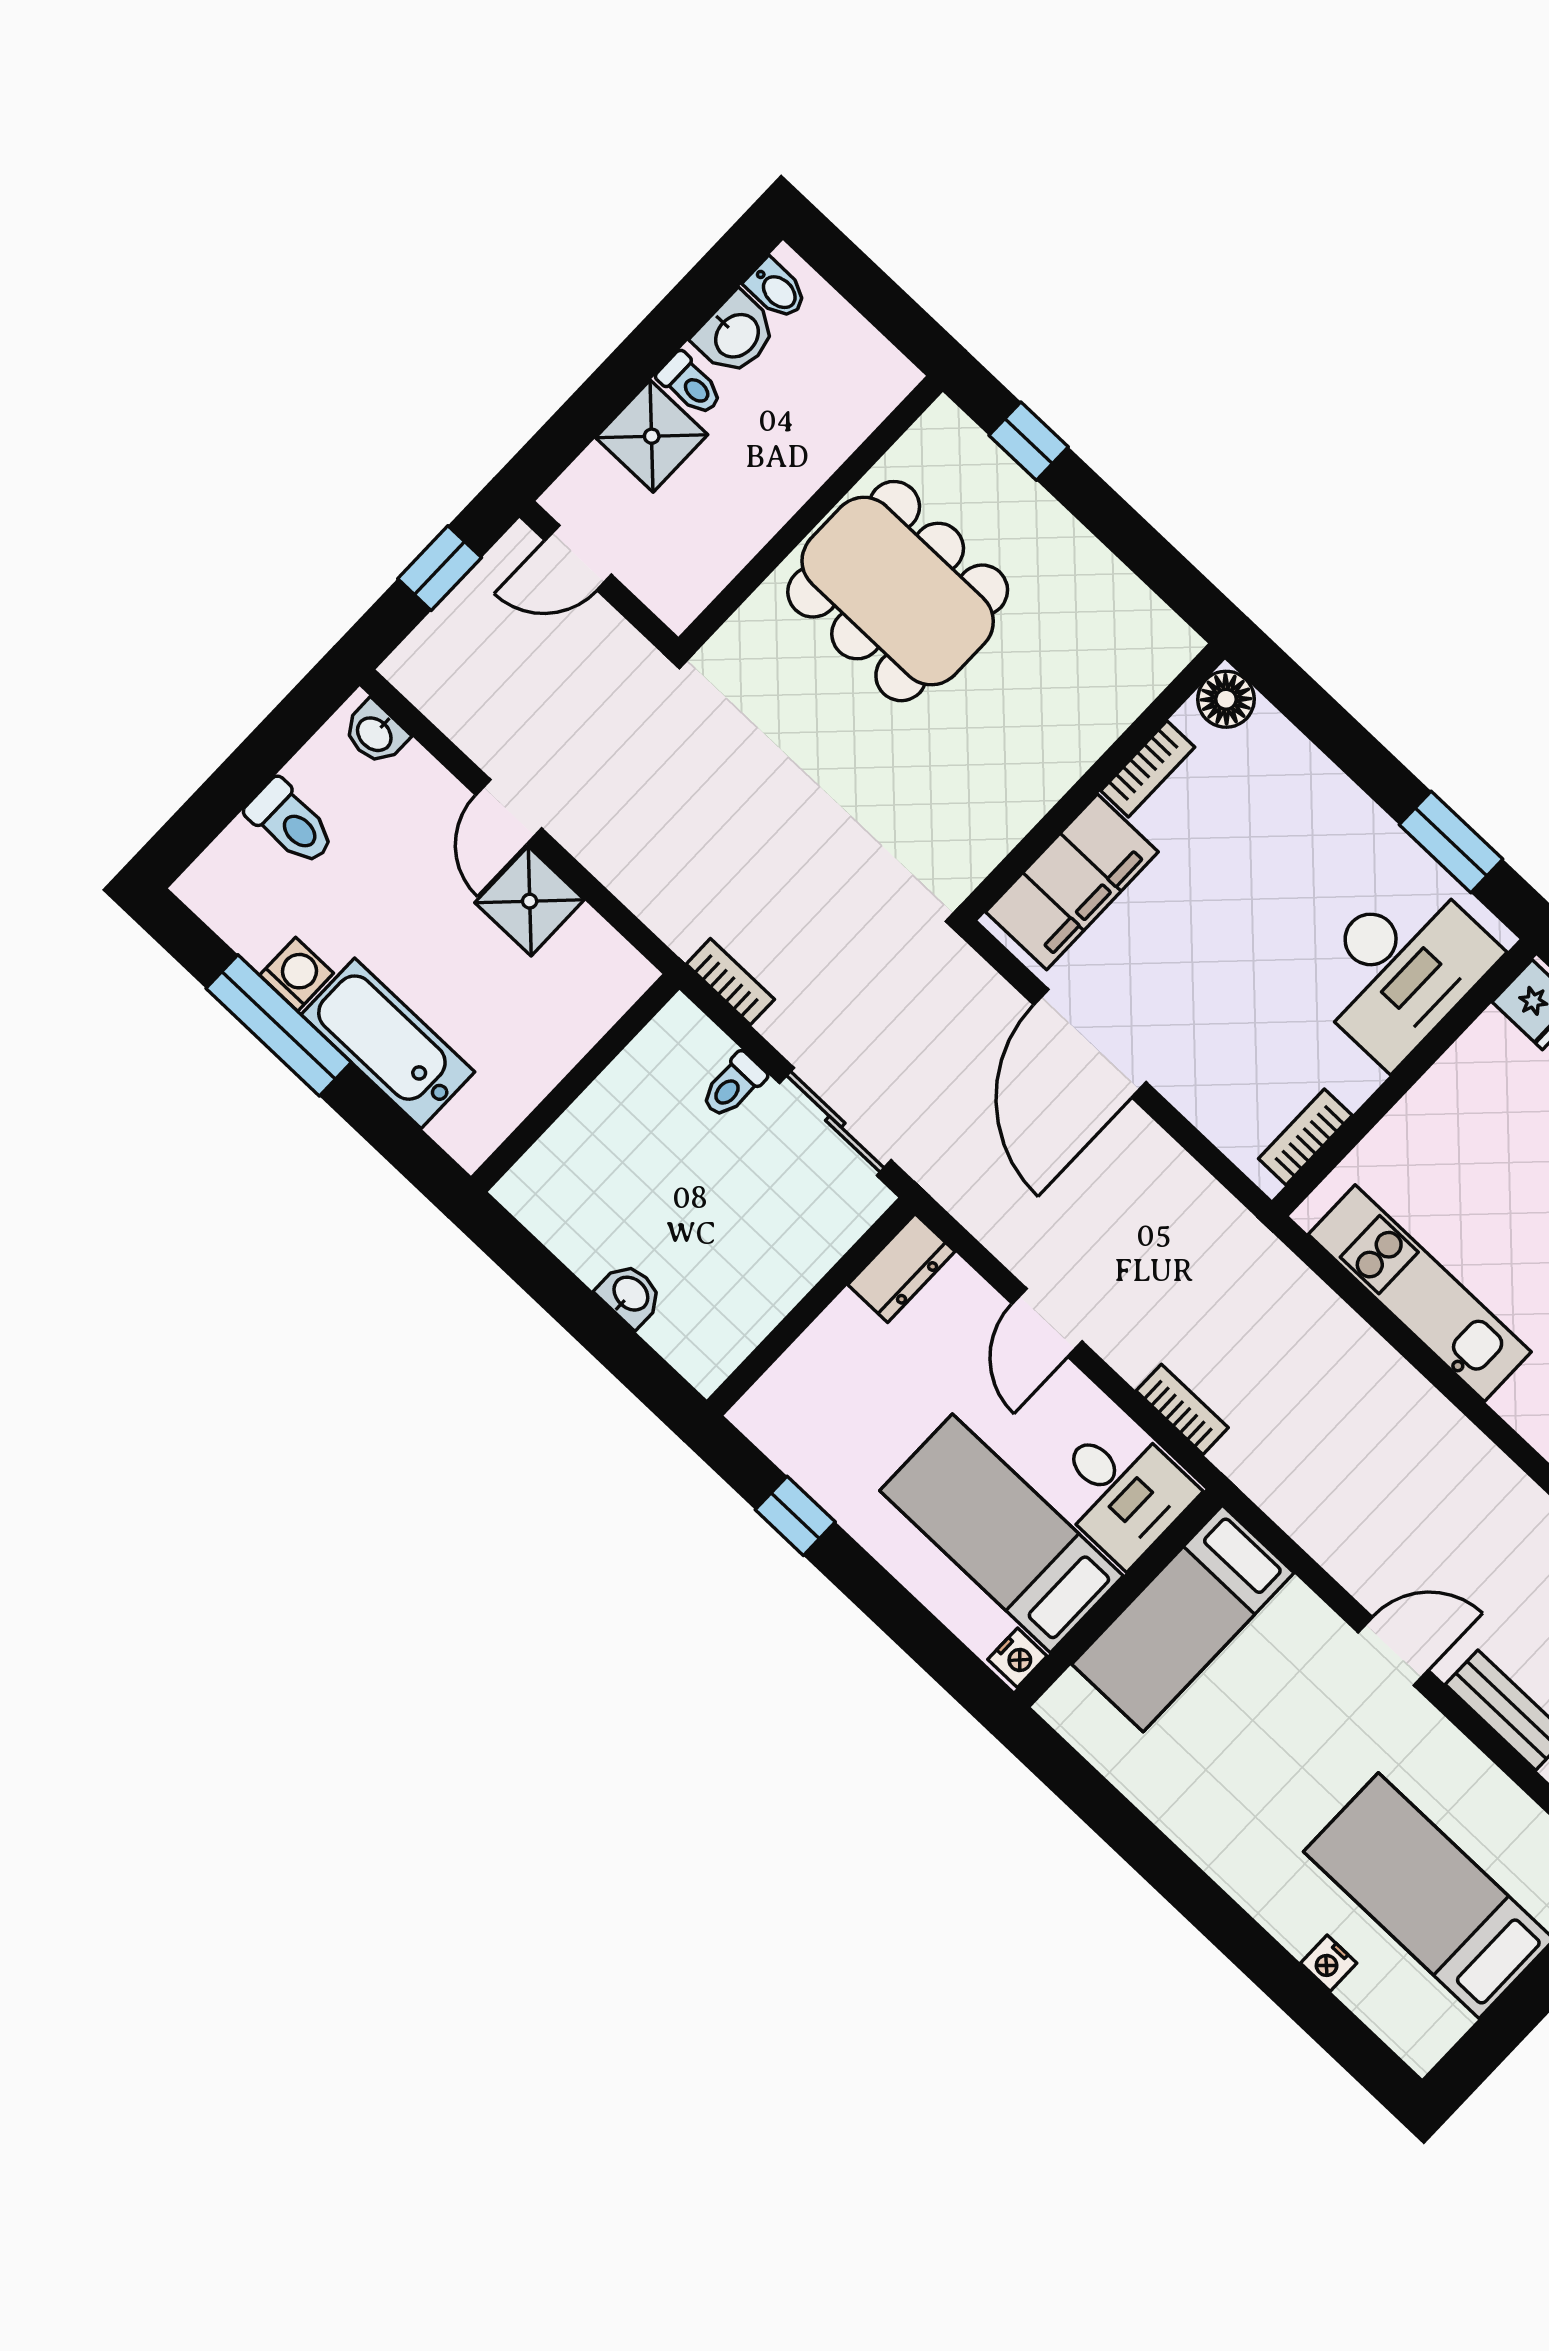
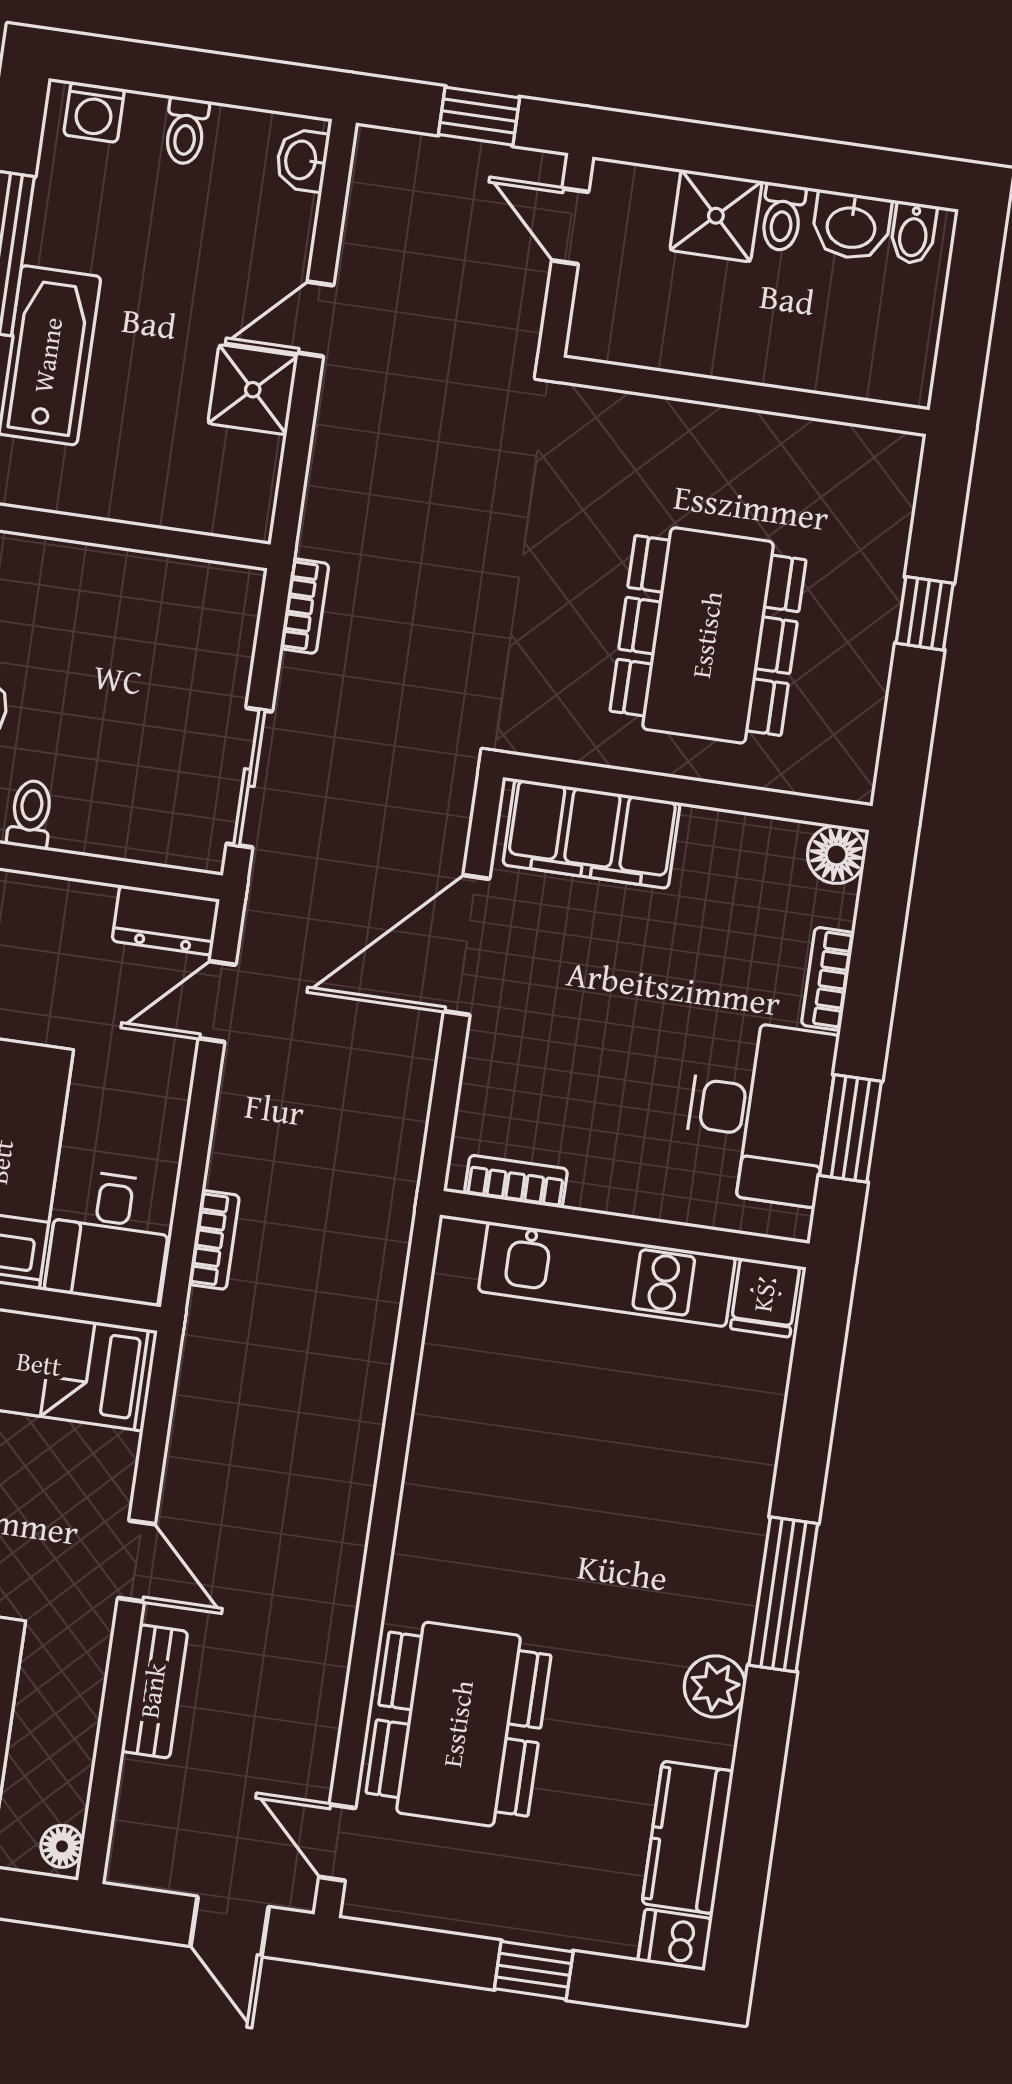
window: (1029, 441) -> (925, 613), moved
dining table: (898, 591) -> (708, 635), moved
bookcase: (1148, 769) -> (828, 979), moved, turned 90
toilet: (291, 823) -> (186, 131), width x0.73, depth x0.72
desk: (1401, 968) -> (759, 1112), moved, turned -90
washing machine: (297, 974) -> (94, 112), moved, turned 90
toilet: (733, 1085) -> (31, 814), moved, turned 90
kitchen unit: (1420, 1293) -> (607, 1274), moved, turned 90
door: (1047, 1323) -> (217, 1002), moved

